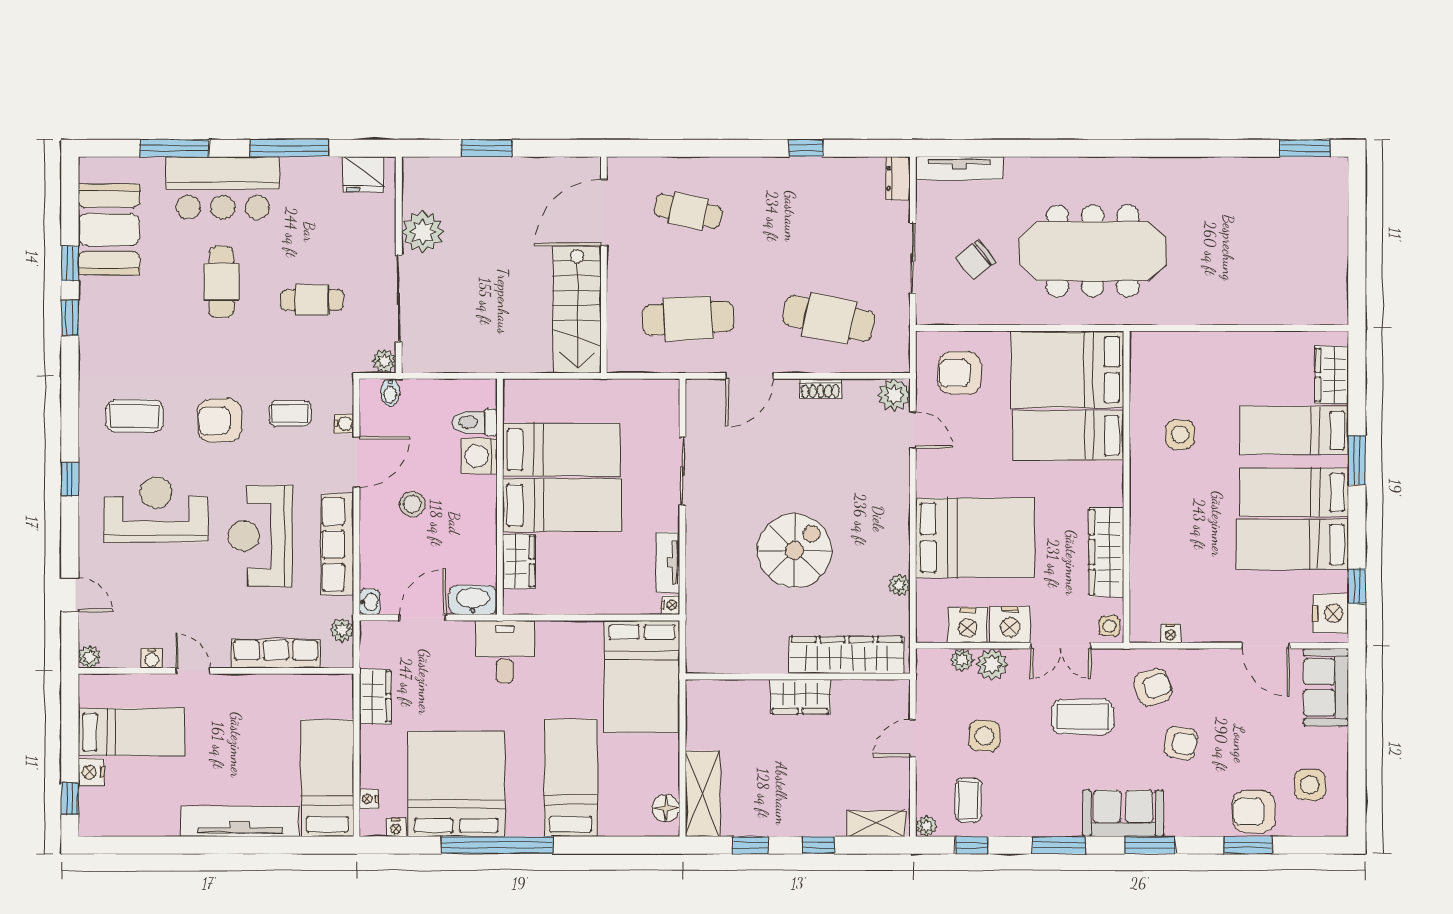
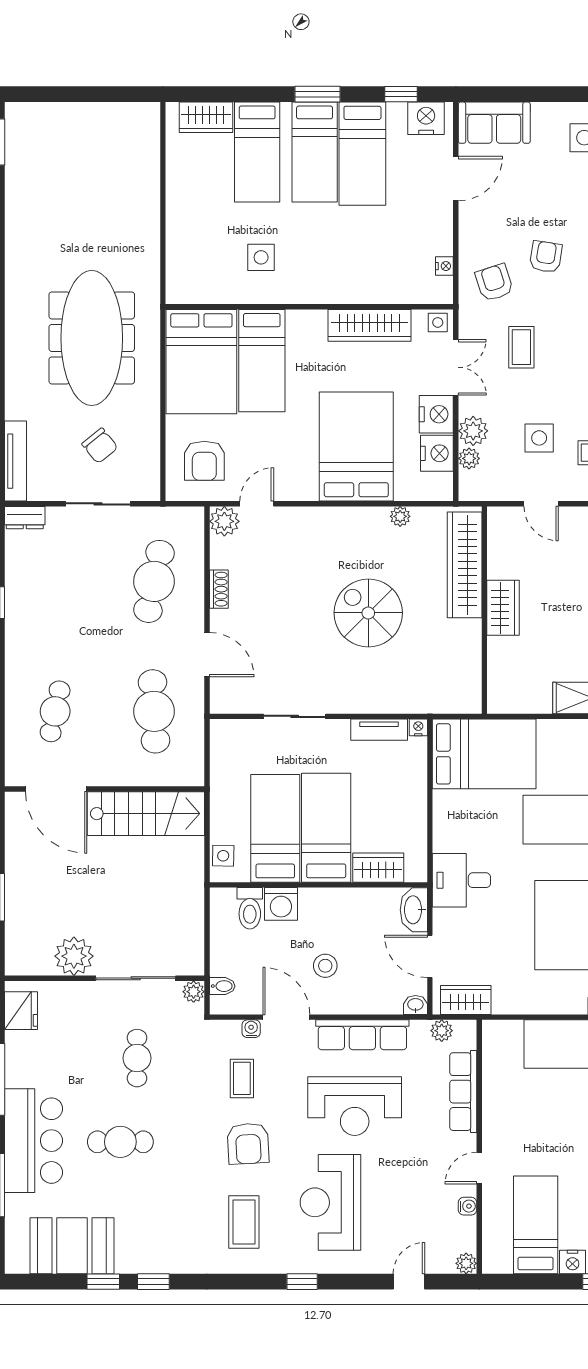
side table: (531, 393) -> (223, 856), added
window: (1357, 460) -> (317, 94), moved
wardrobe: (375, 696) -> (466, 1000), moved
coffee table: (1083, 717) -> (521, 347), width x0.73, depth x0.77

